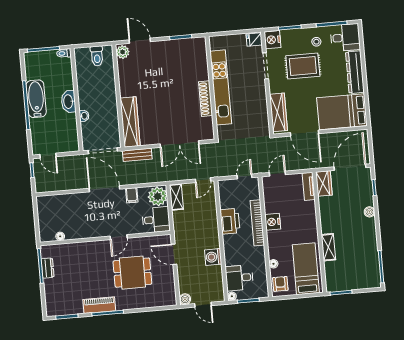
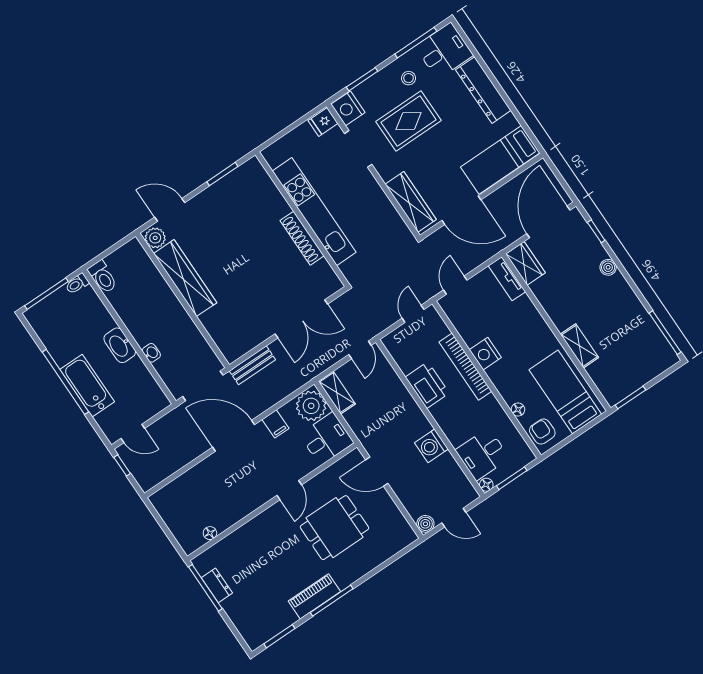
toilet: (97, 56) -> (103, 277), moved
bathtub: (36, 99) -> (87, 386), moved
bed: (342, 112) -> (500, 160), width x0.67
wardrobe: (130, 122) -> (185, 278), moved

